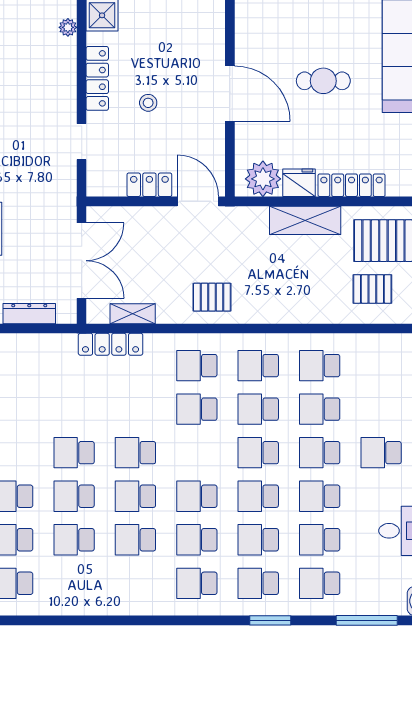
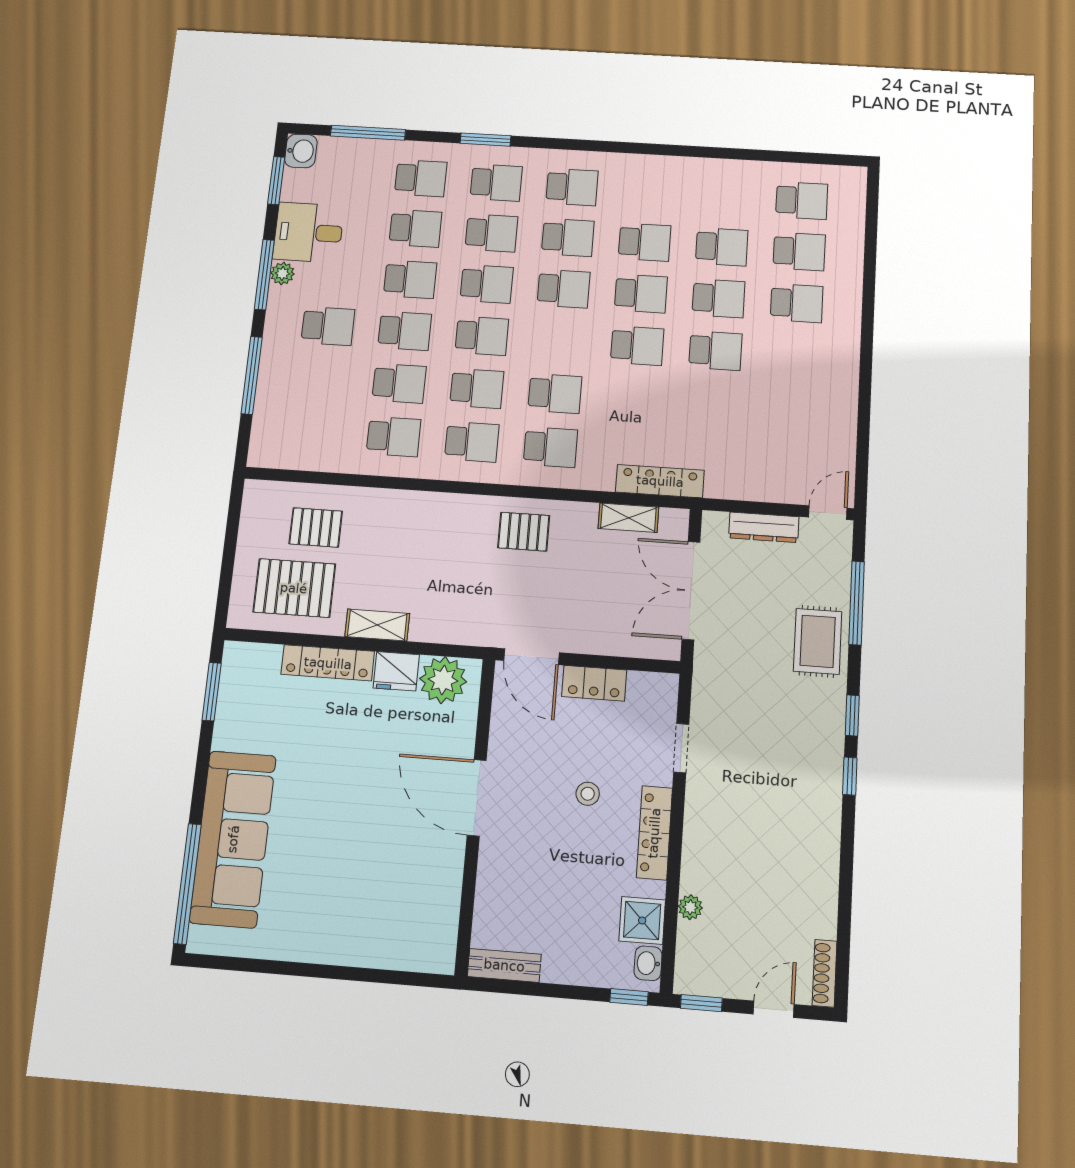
cafe table: (323, 81) -> (350, 805), removed
shelving: (305, 220) -> (377, 625), width x0.67, depth x0.75

